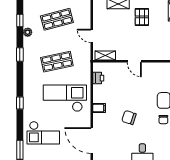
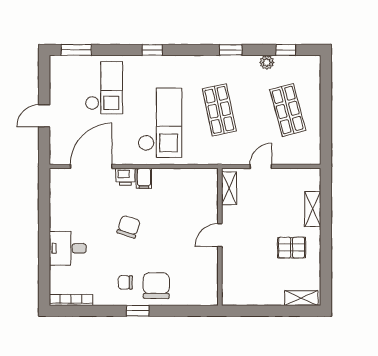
printer: (98, 78) -> (125, 177), moved
checkout: (43, 133) -> (104, 88), turned 180

